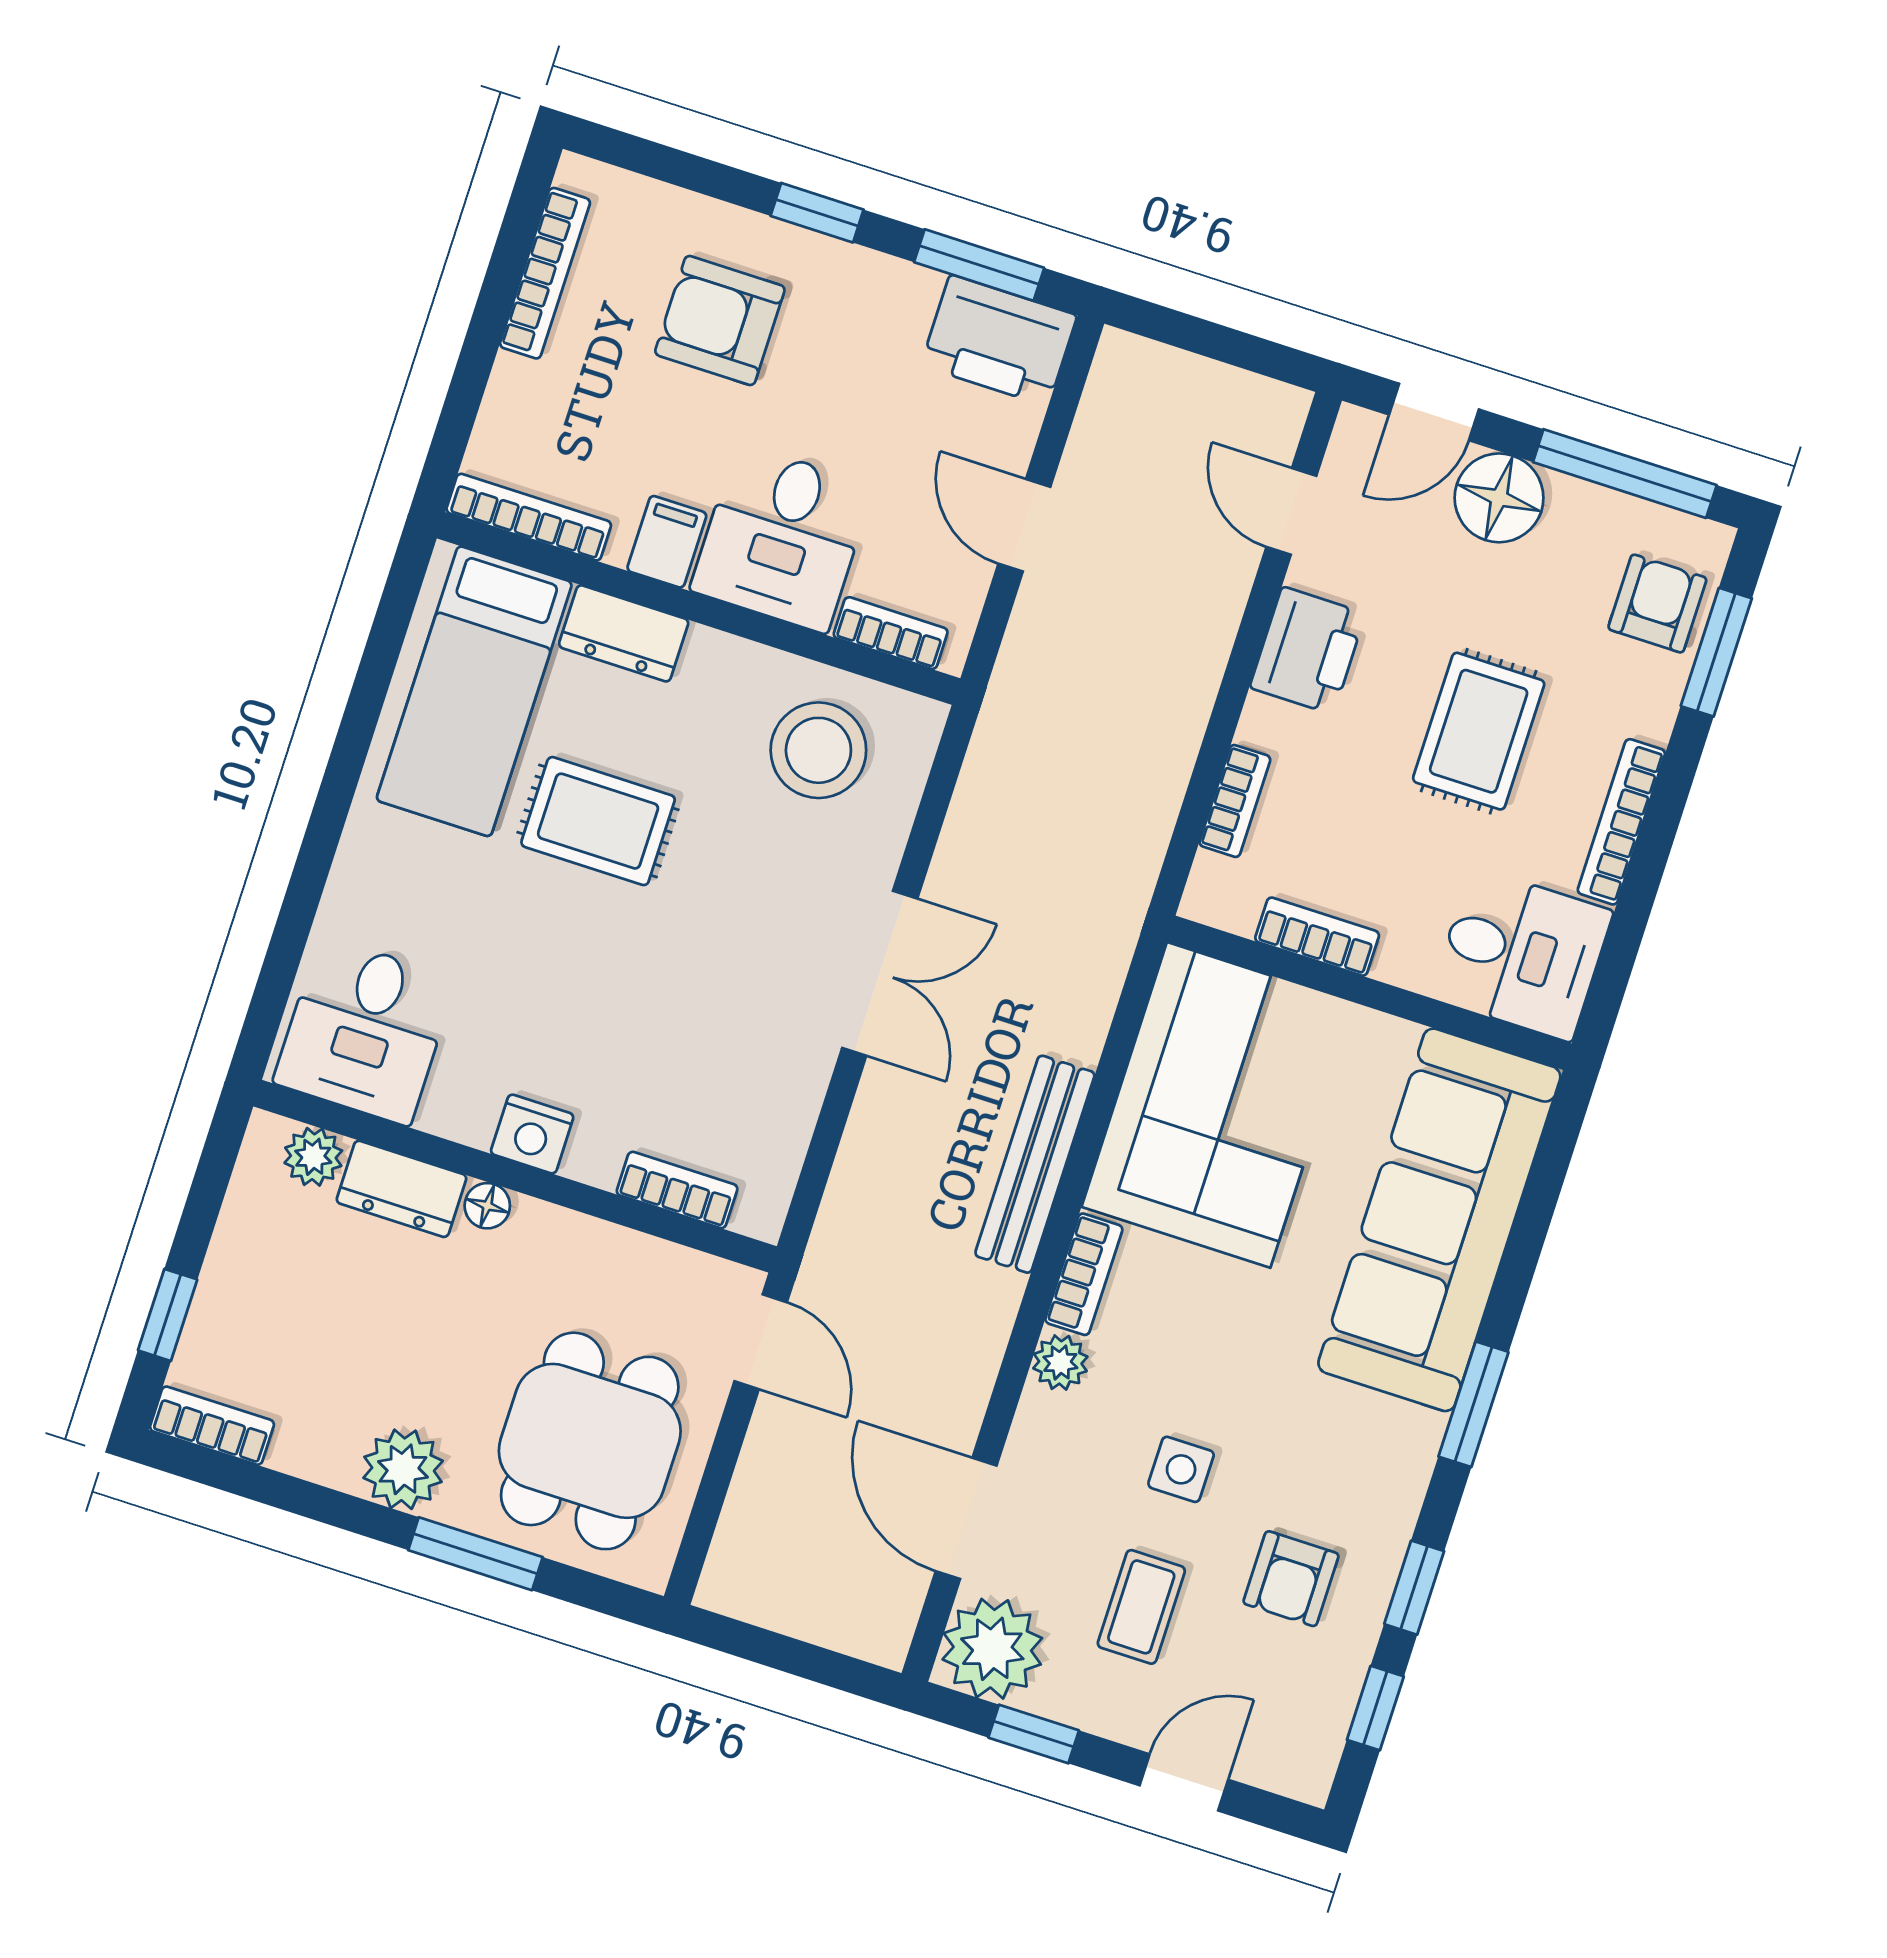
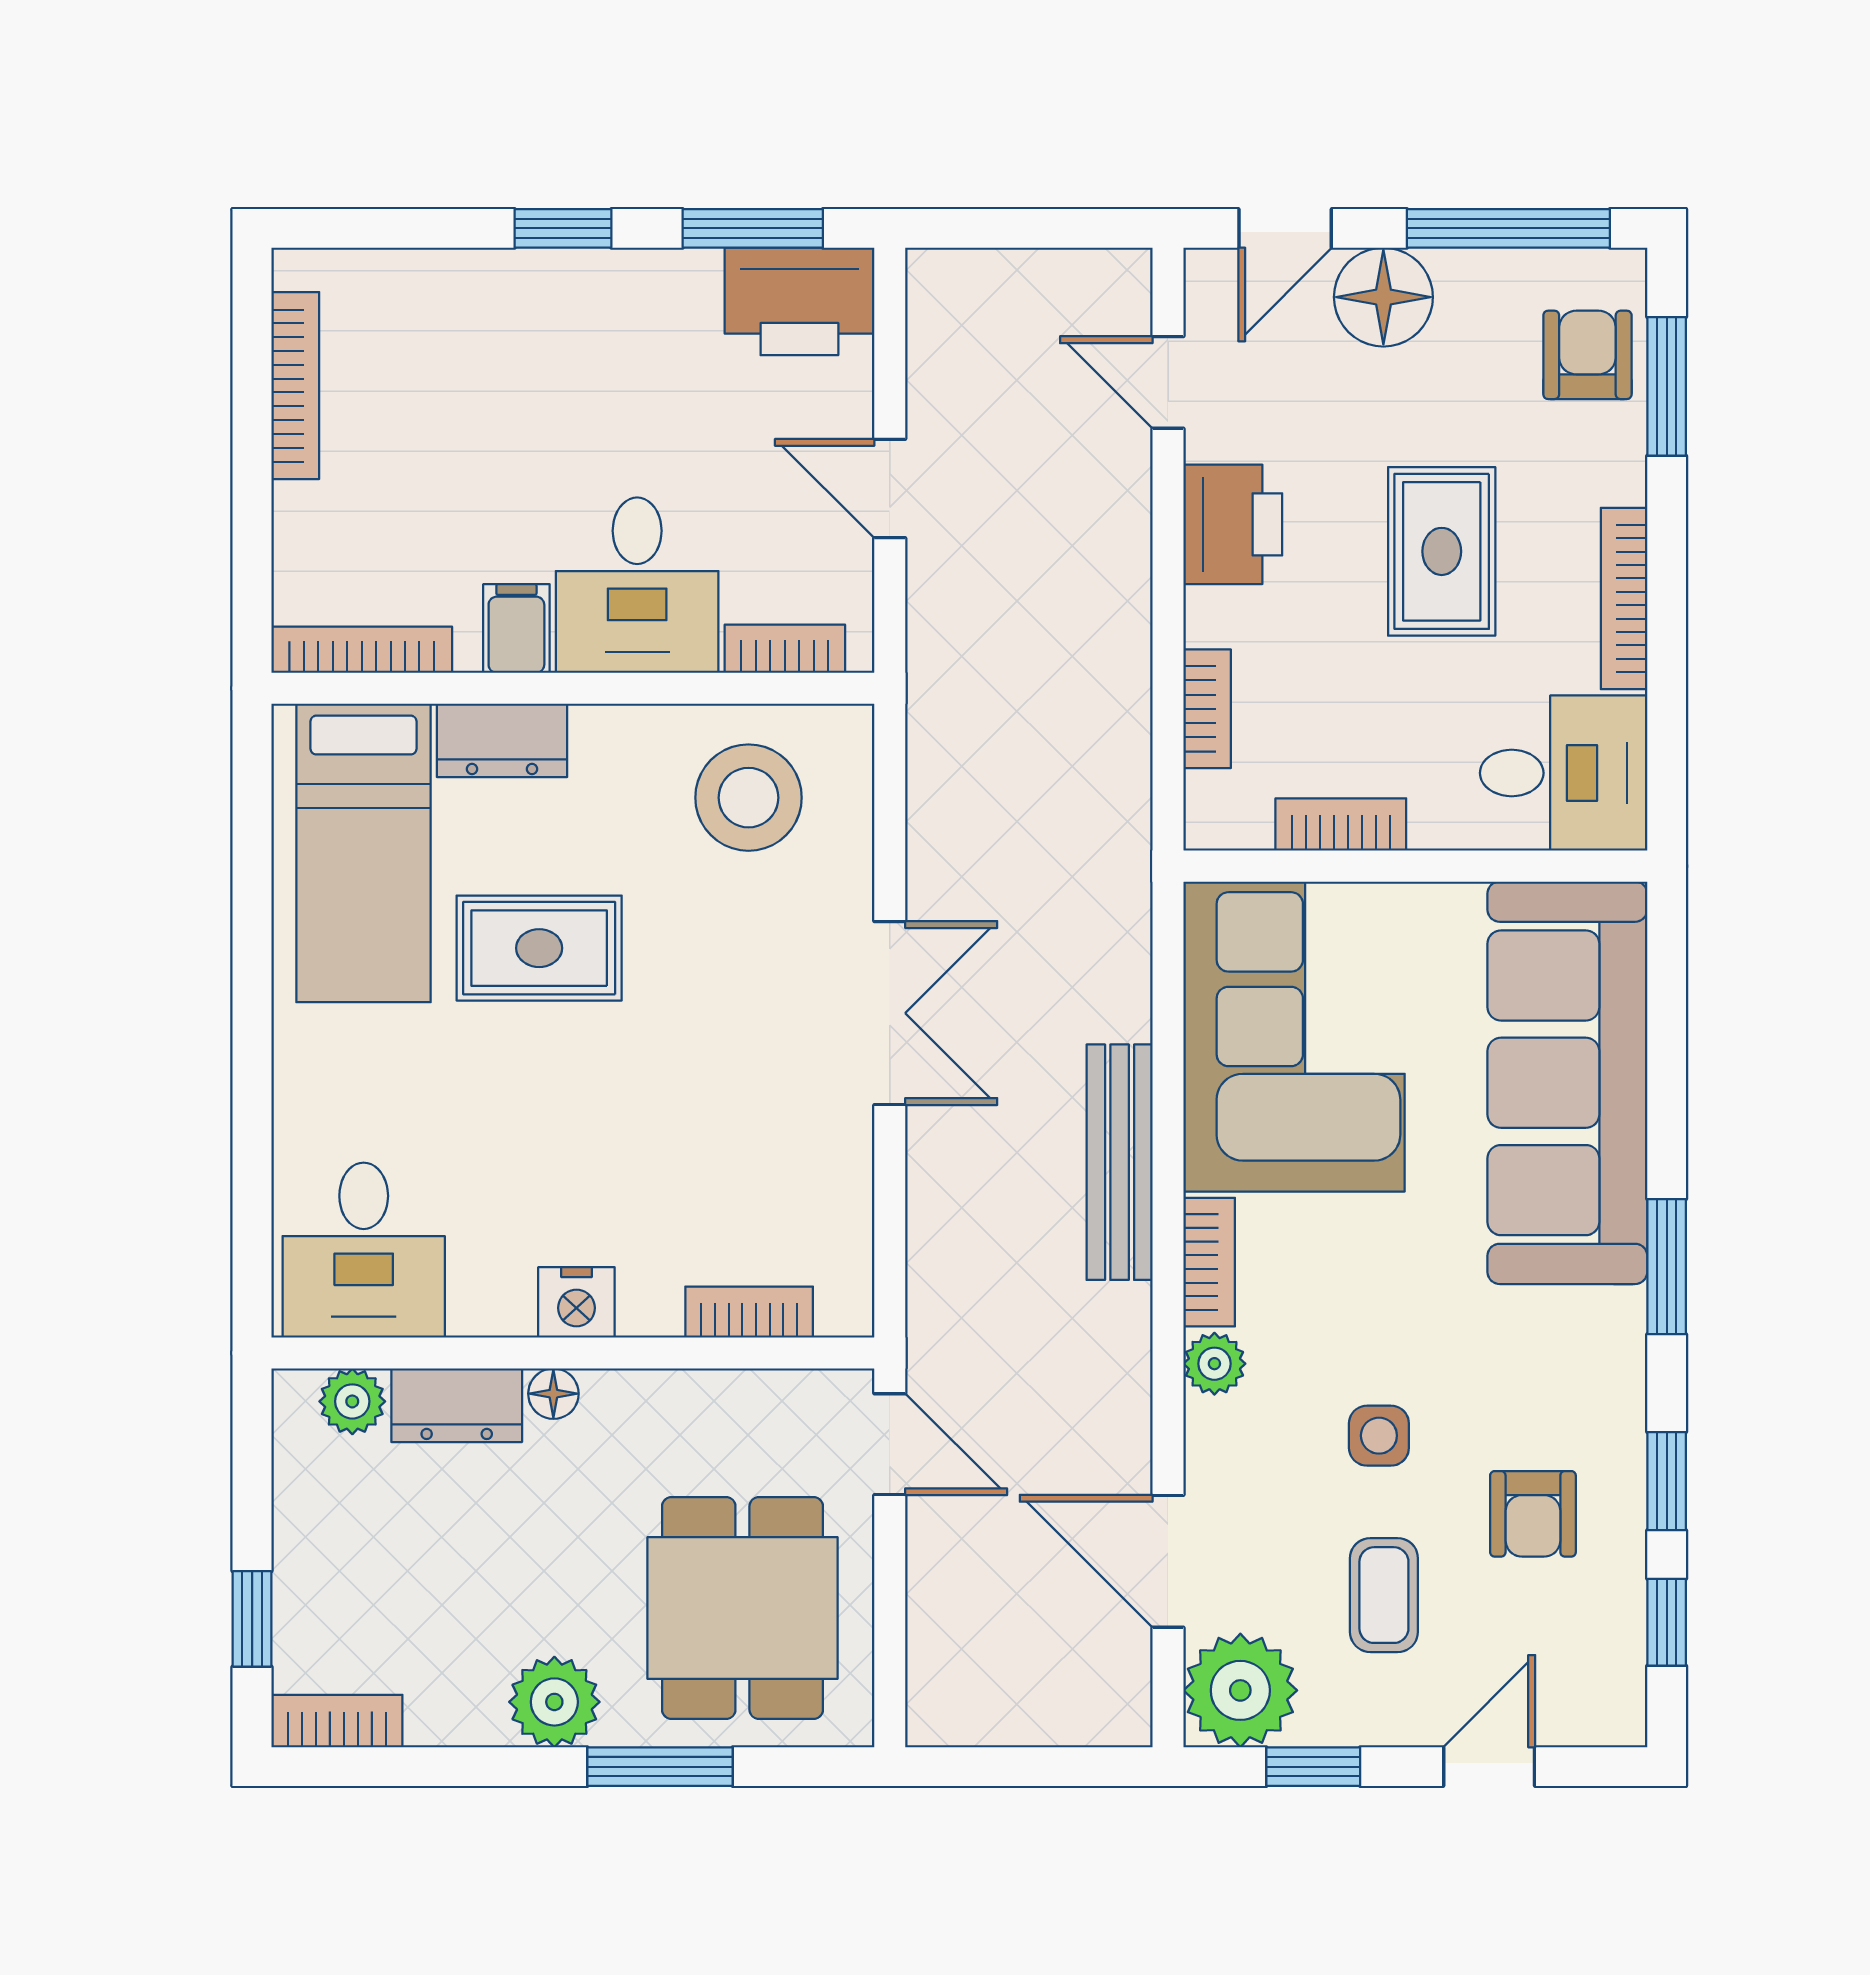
armchair: (720, 321) -> (497, 376), removed

